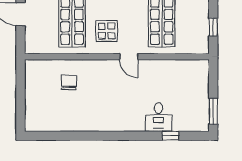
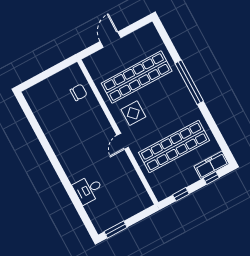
chair: (69, 82) -> (79, 92), moved
window: (171, 136) -> (79, 207), removed

